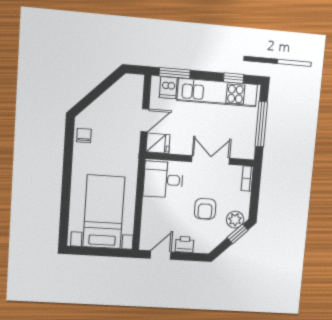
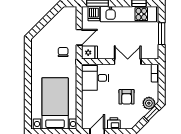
window: (261, 124) -> (162, 34), width x0.69
chair: (84, 135) -> (63, 52), moved

